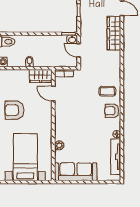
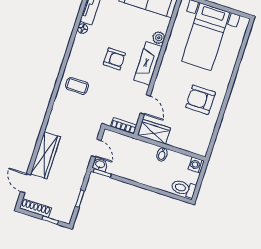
armchair: (14, 110) -> (200, 100), turned 180
armchair: (112, 111) -> (114, 59), moved
fireplace: (61, 124) -> (148, 63), added

